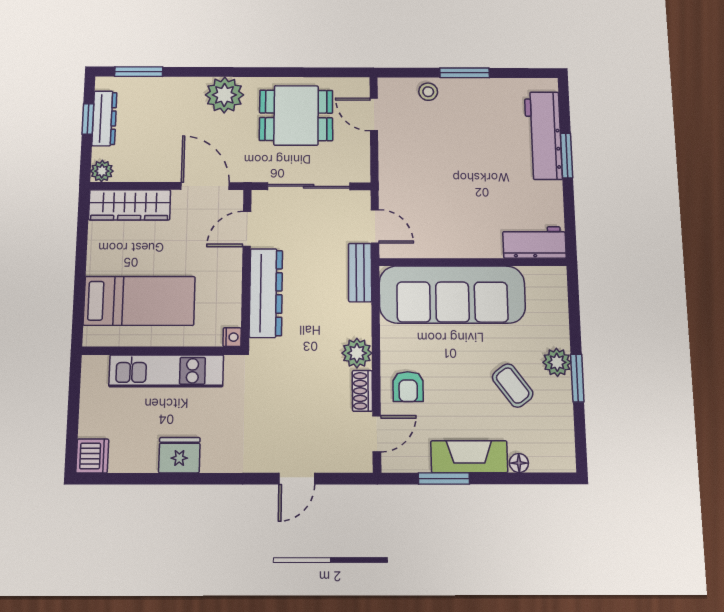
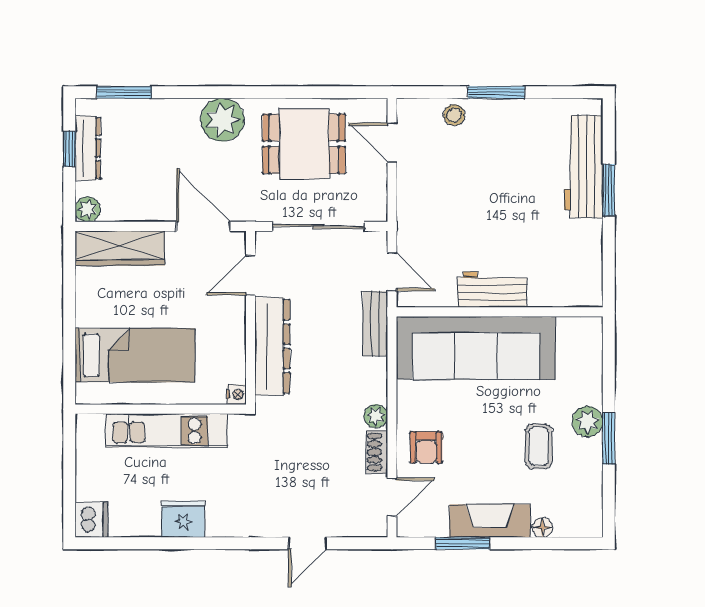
workbench: (534, 242) -> (492, 290), moved
plant: (357, 353) -> (376, 416), width x0.73, depth x0.73
coffee table: (513, 386) -> (539, 446), turned 37

